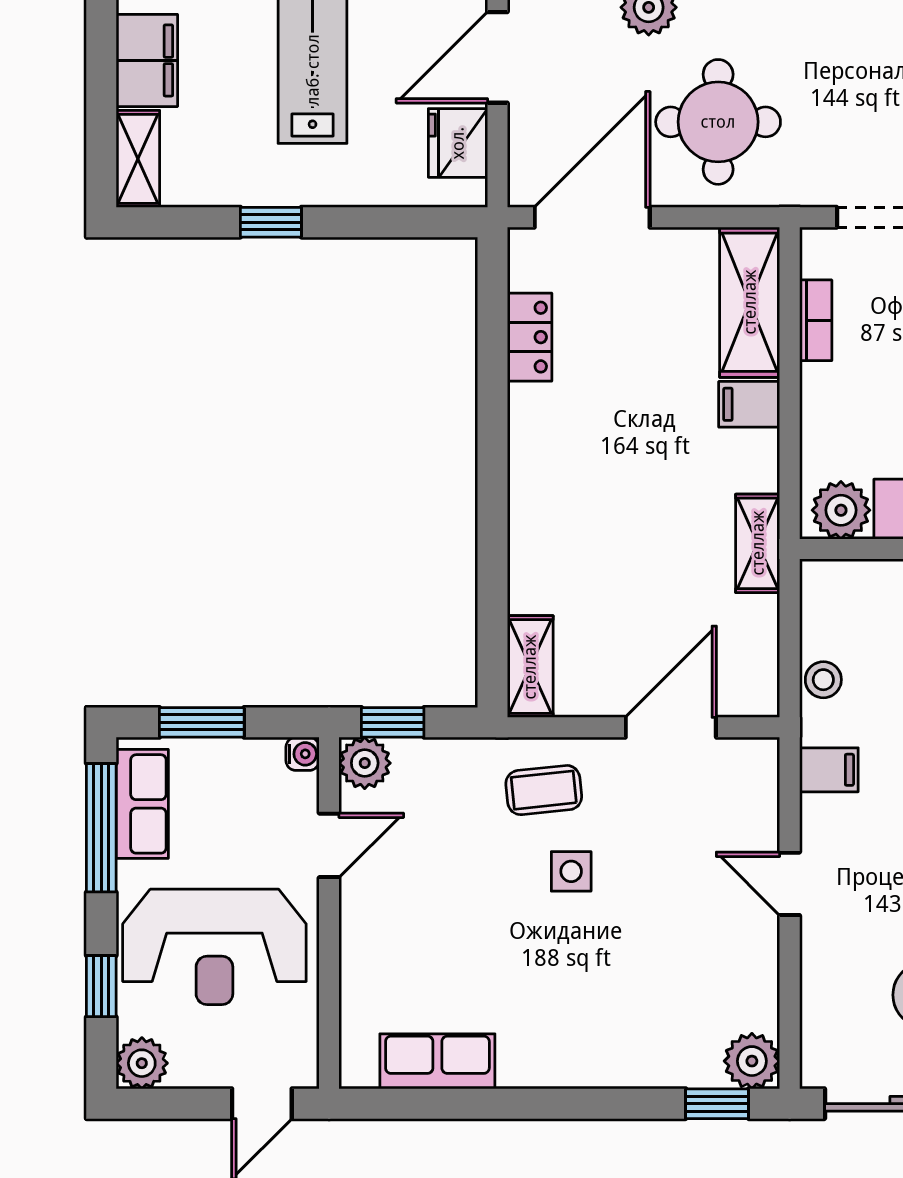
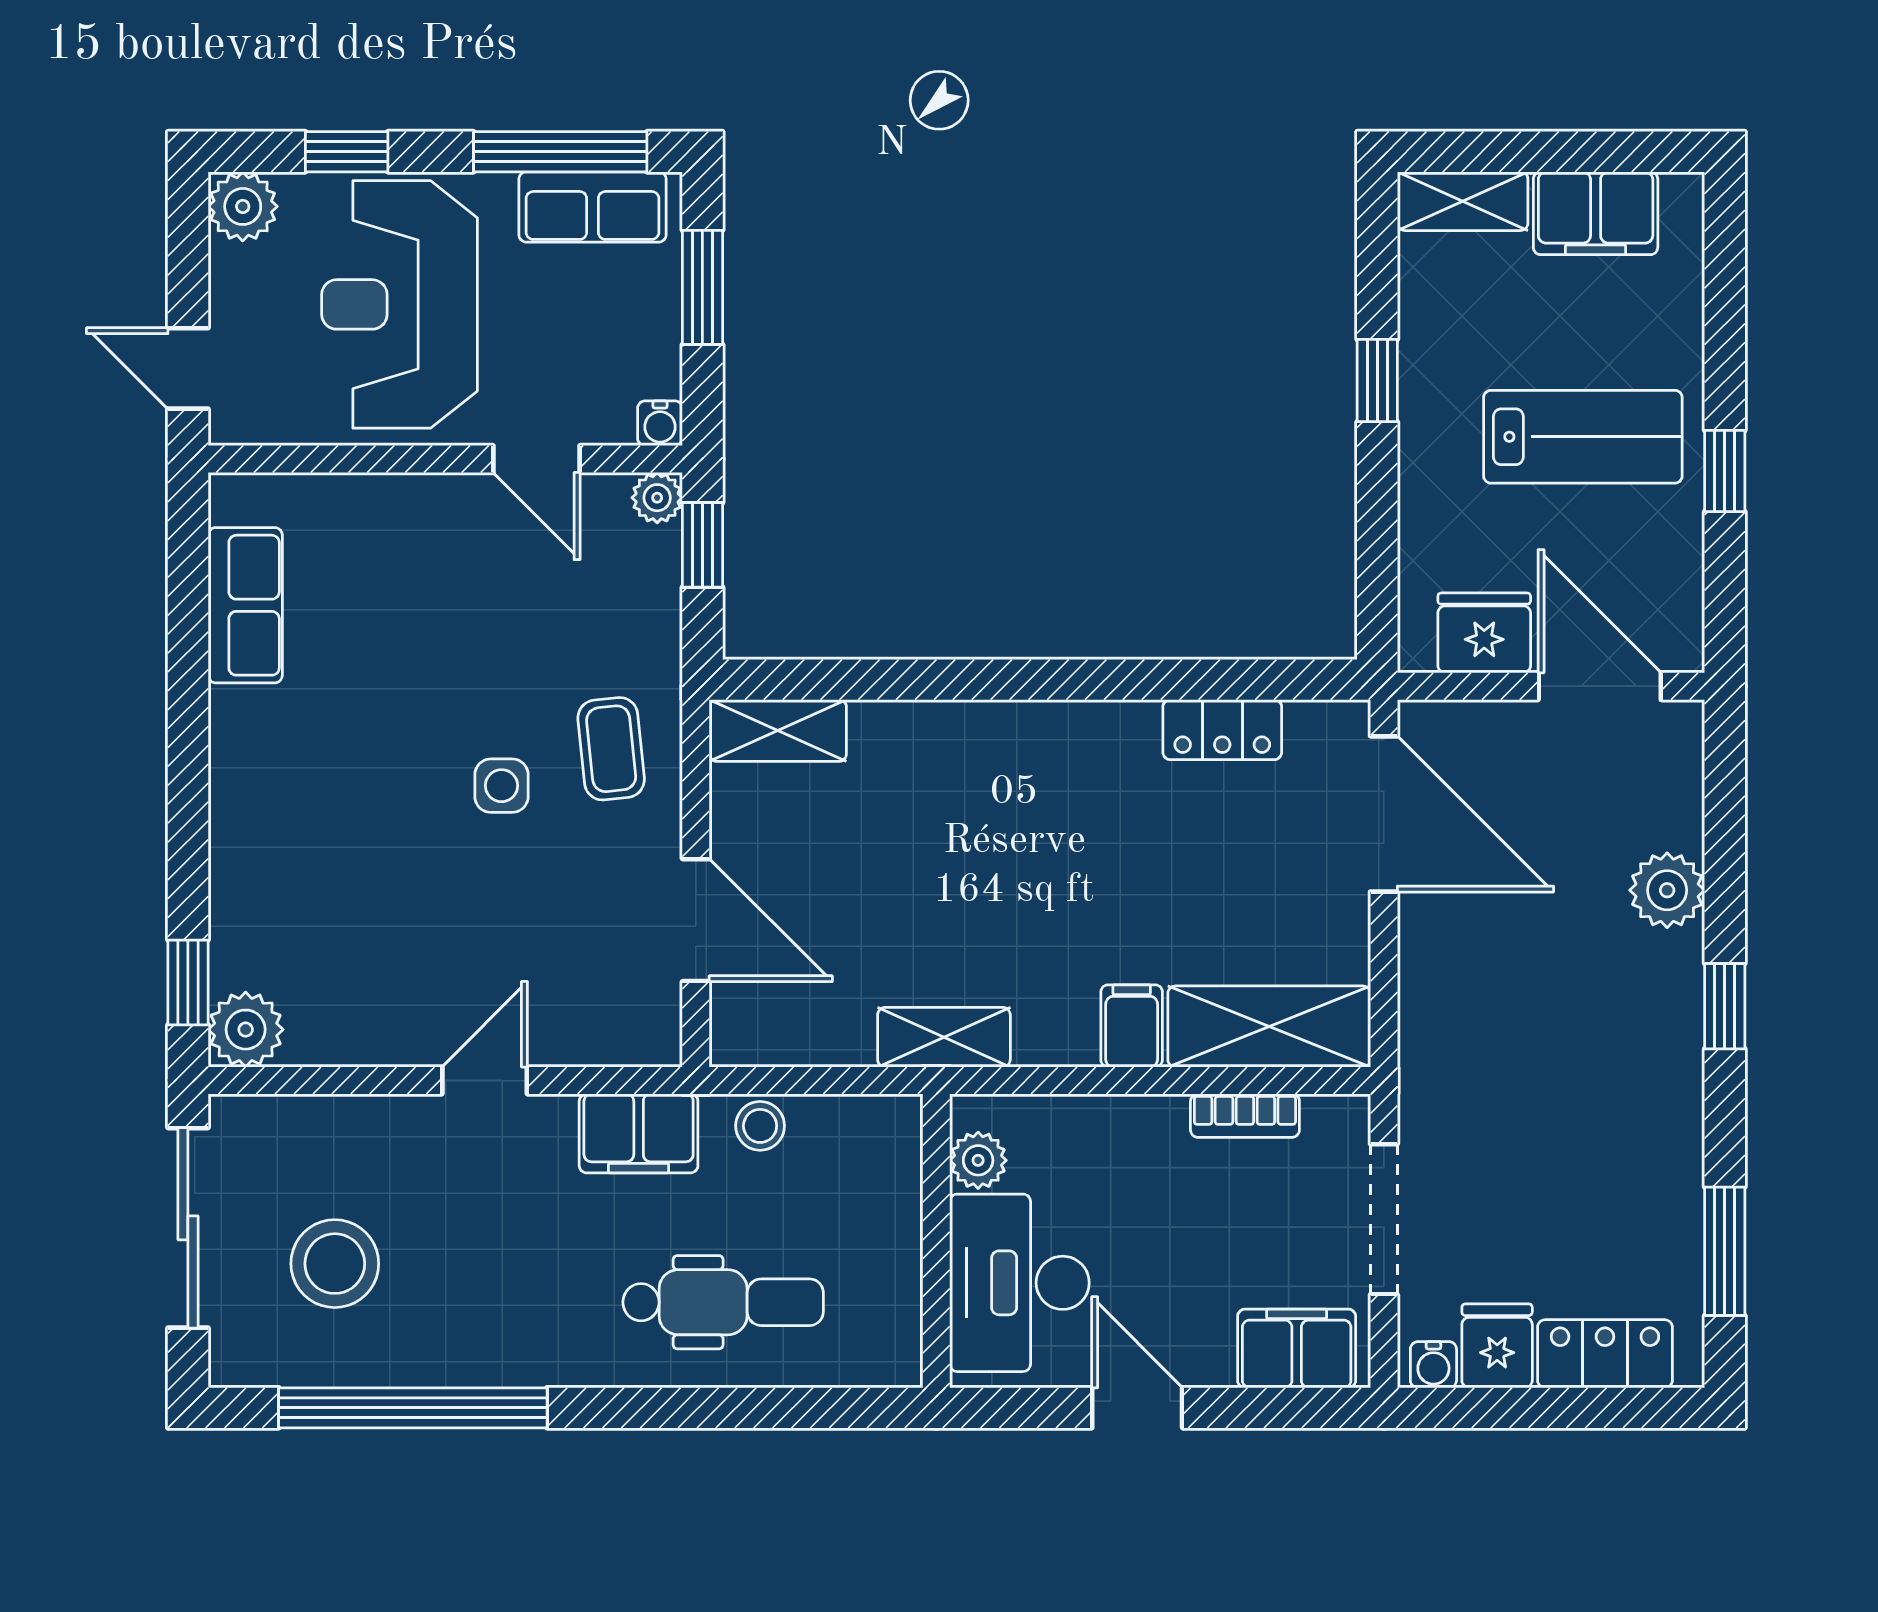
round table: (718, 122) -> (1513, 984), removed
plant: (841, 510) -> (978, 1160), width x0.73, depth x0.73
plant: (365, 763) -> (657, 498), width x0.73, depth x0.73
filing cabinet: (829, 770) -> (639, 1133), width x2.00

